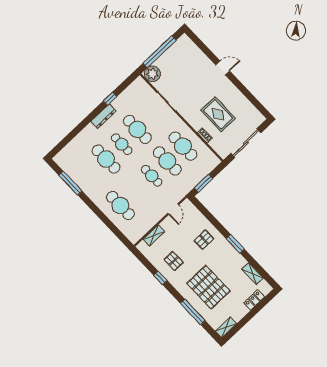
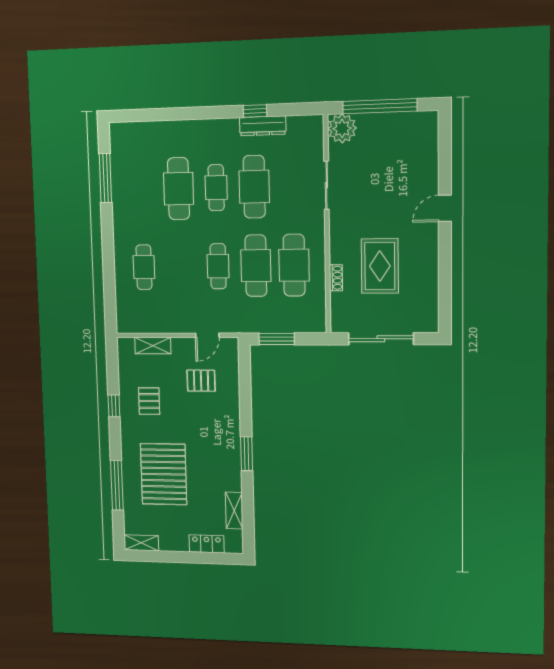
door: (223, 68) -> (445, 208), swing flipped
dresser: (103, 116) -> (263, 126), moved
cafe table: (120, 205) -> (144, 267), width x0.73, depth x0.74
pallet: (204, 240) -> (201, 381), moved

